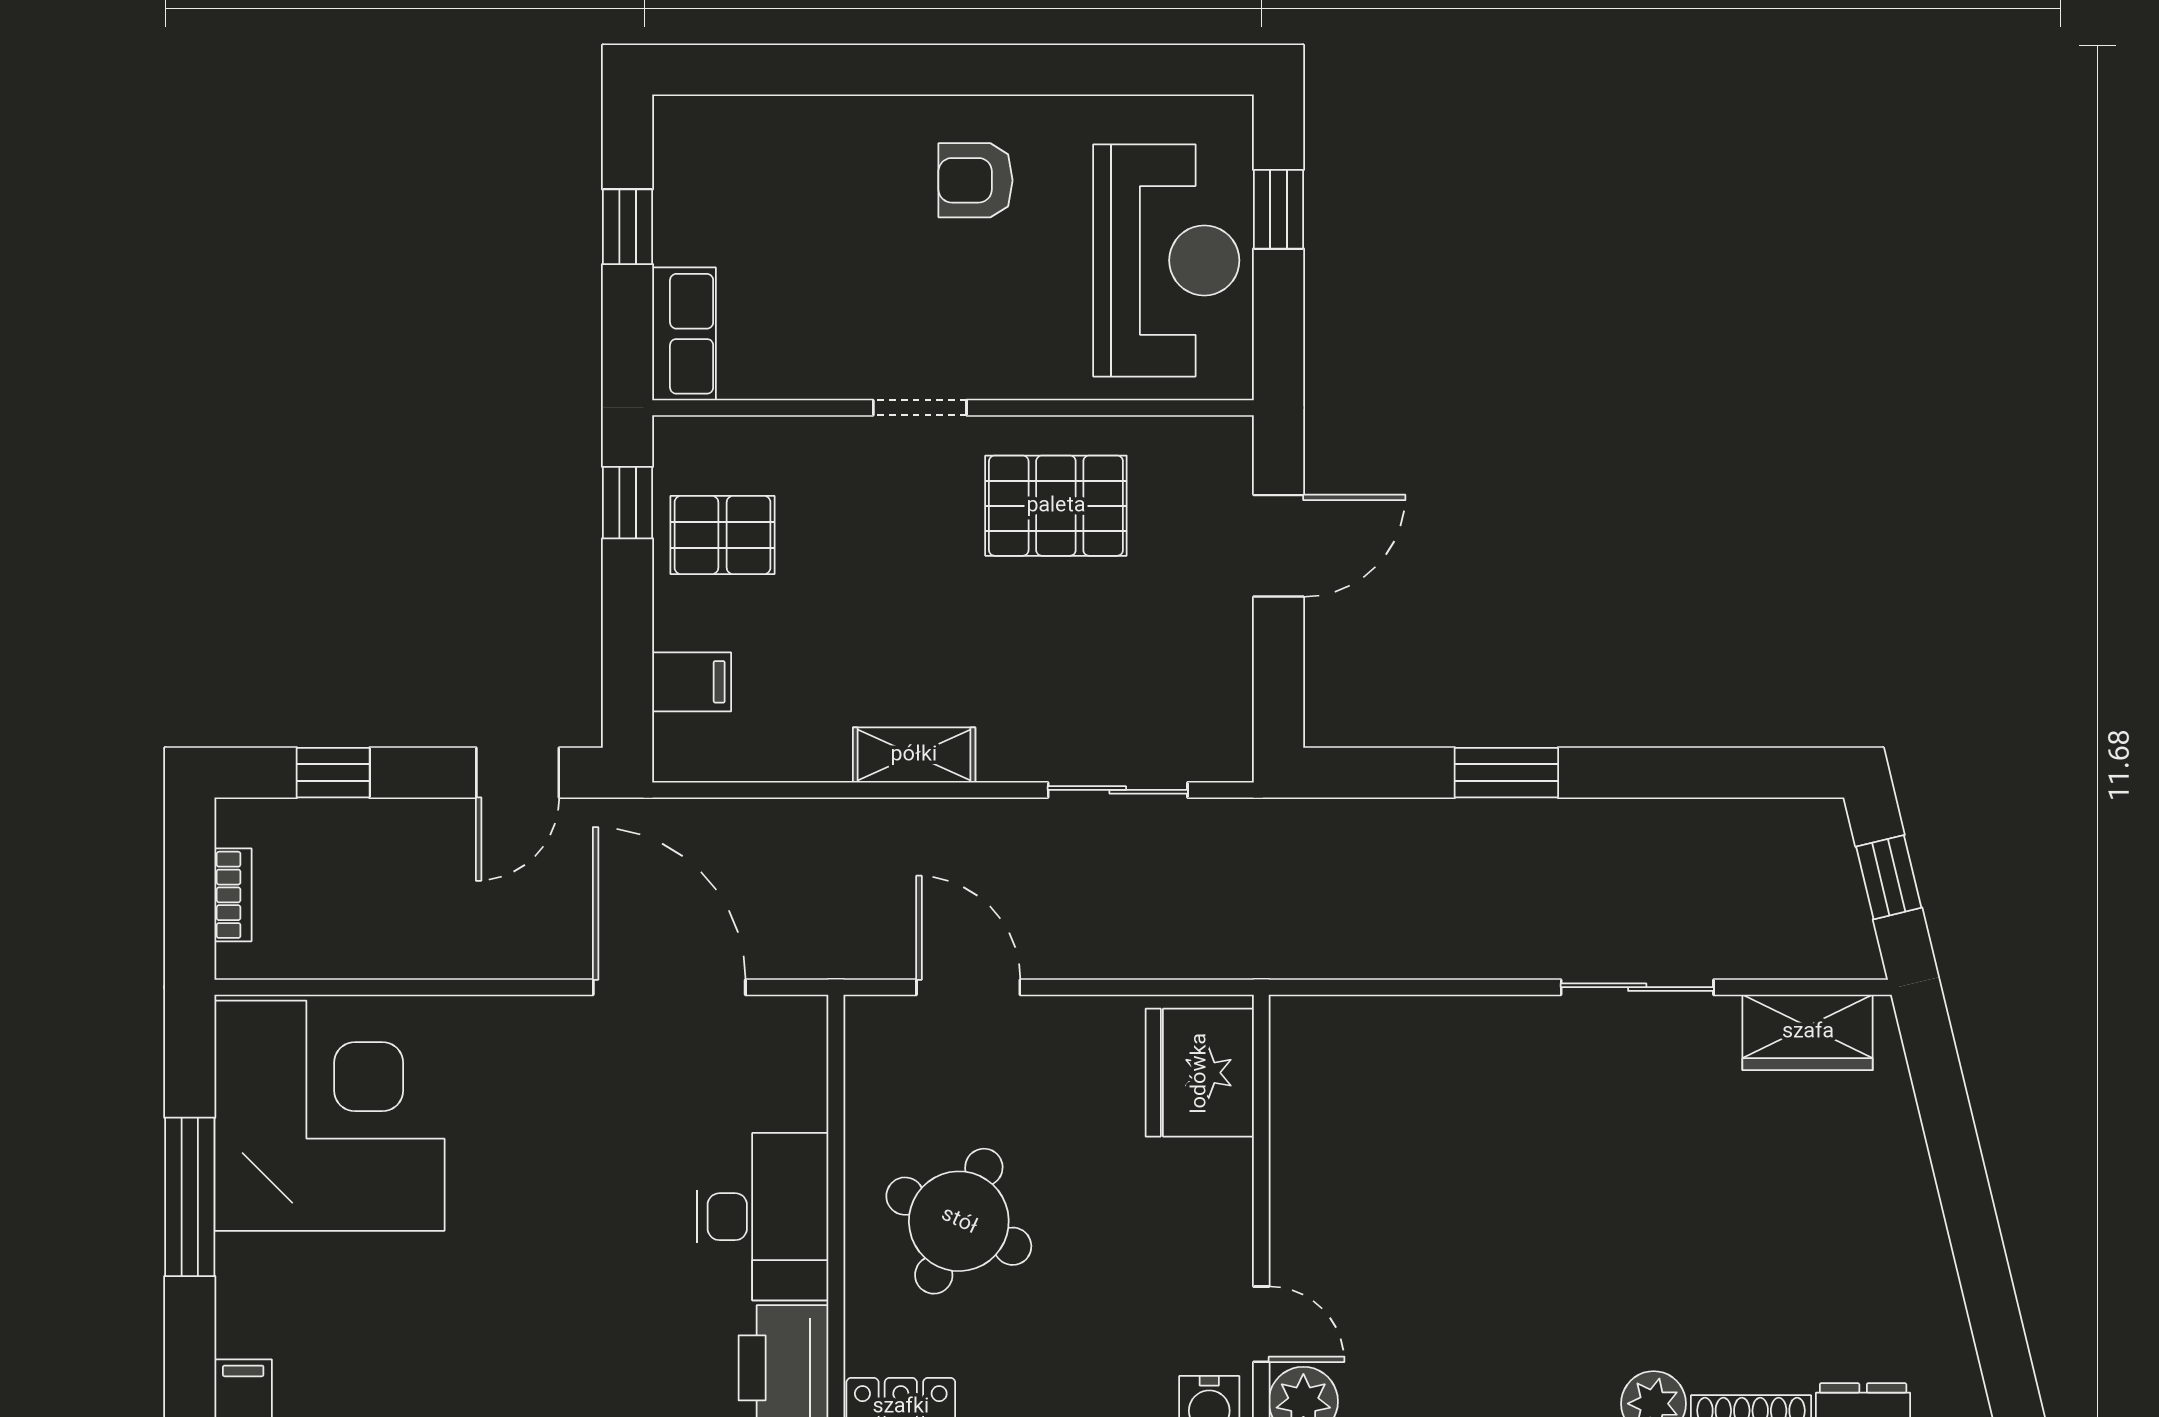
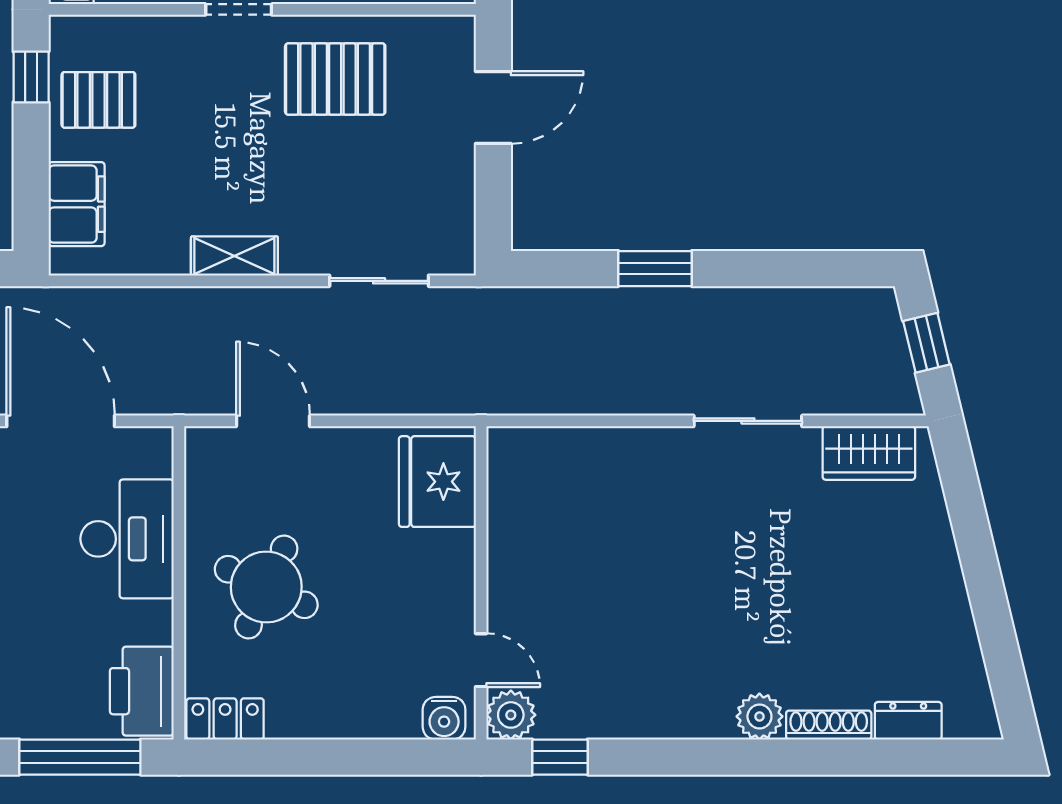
filing cabinet: (692, 682) -> (77, 204), width x2.00
desk: (763, 1217) -> (127, 539), moved

